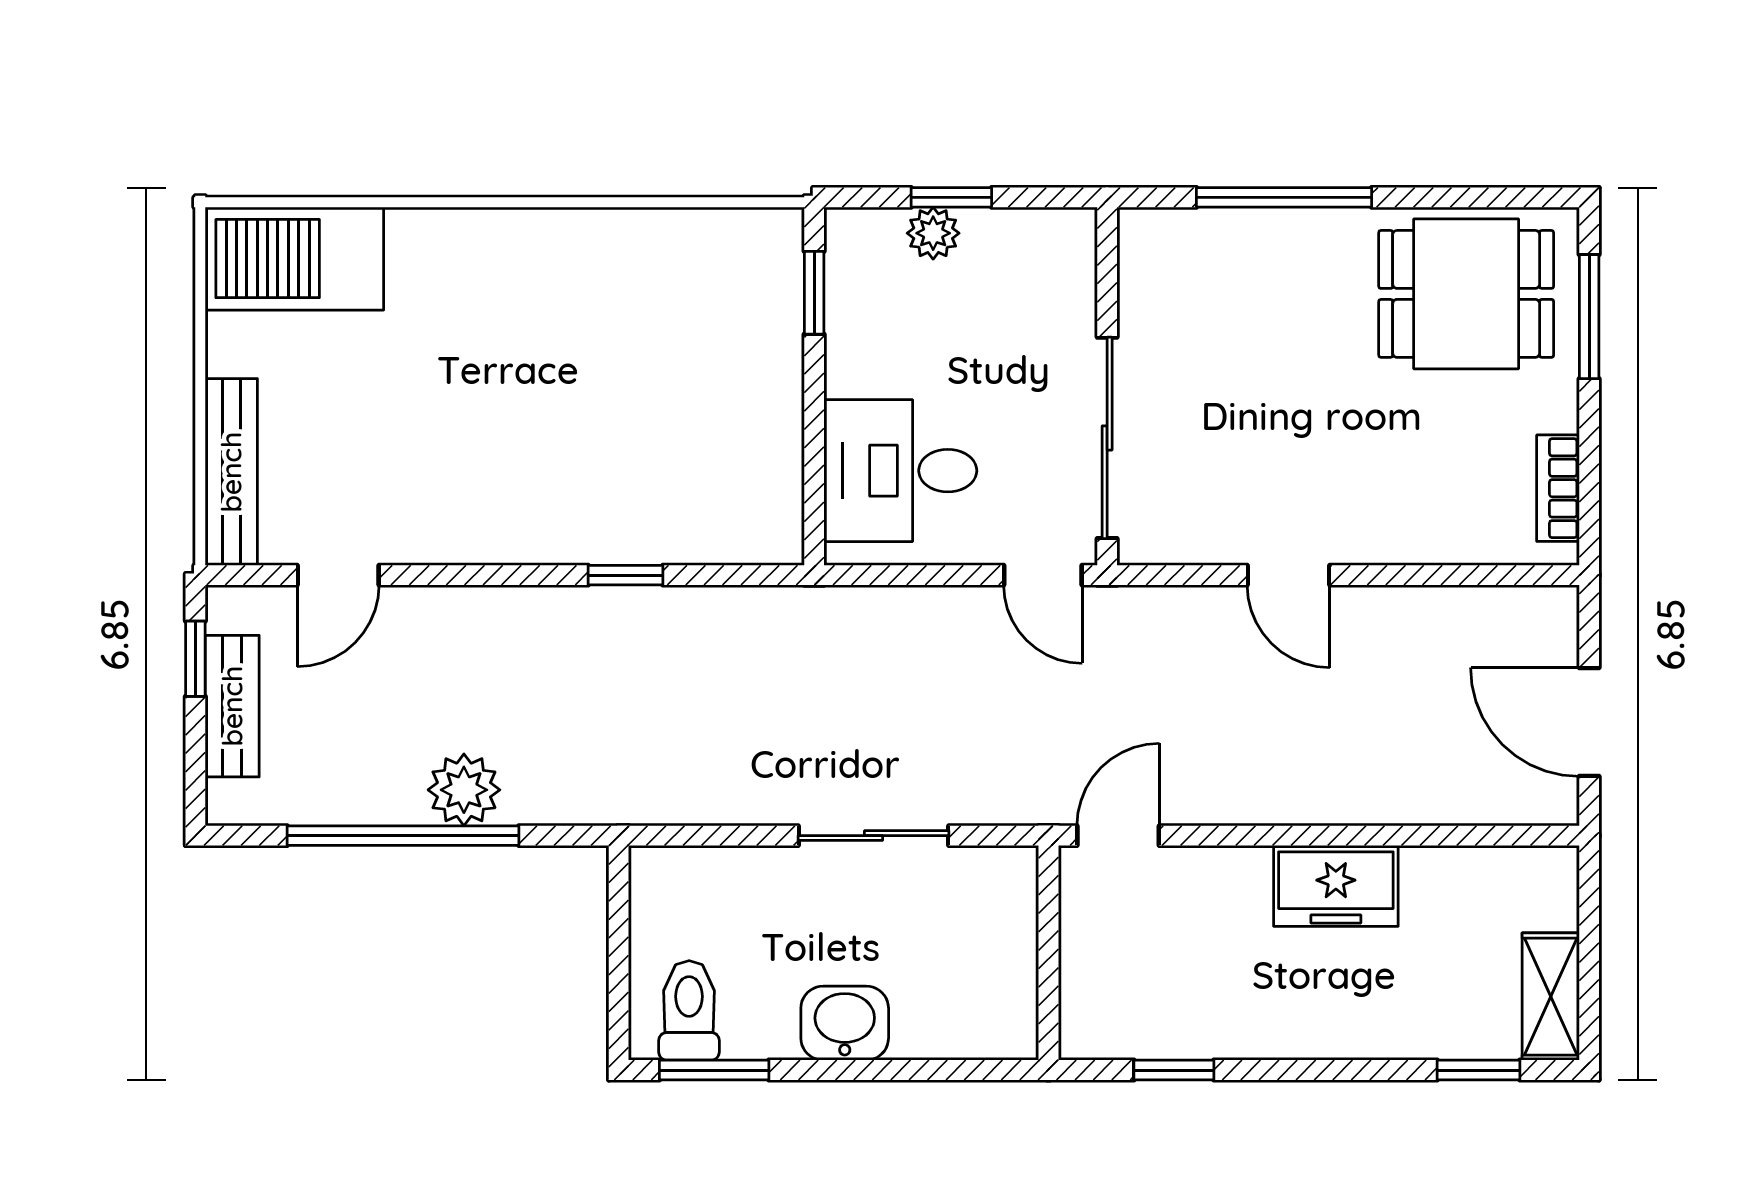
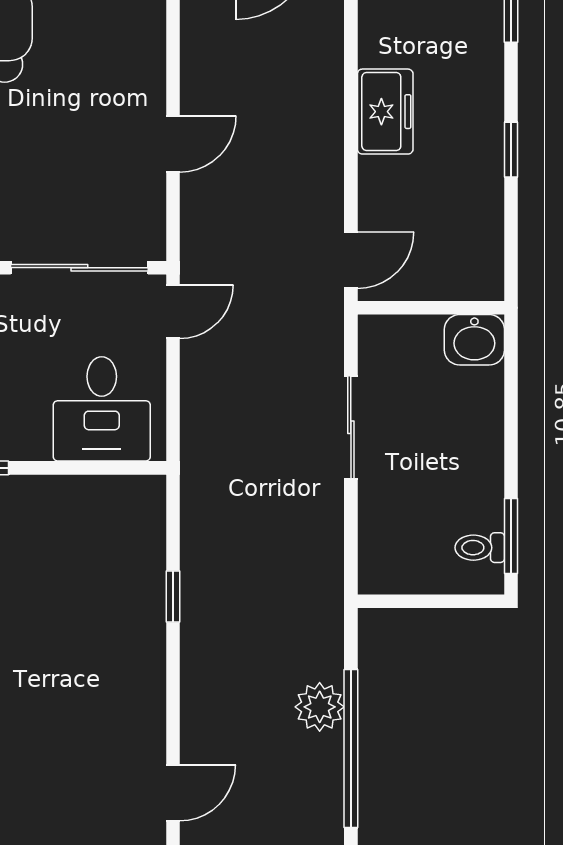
door: (338, 575) -> (173, 793), hinge flipped
door: (1118, 836) -> (351, 260), swing flipped
toilet: (689, 1010) -> (480, 548), width x0.73, depth x0.72
washbasin: (845, 1023) -> (474, 340), moved, turned -90
window: (1174, 1070) -> (511, 150), moved

